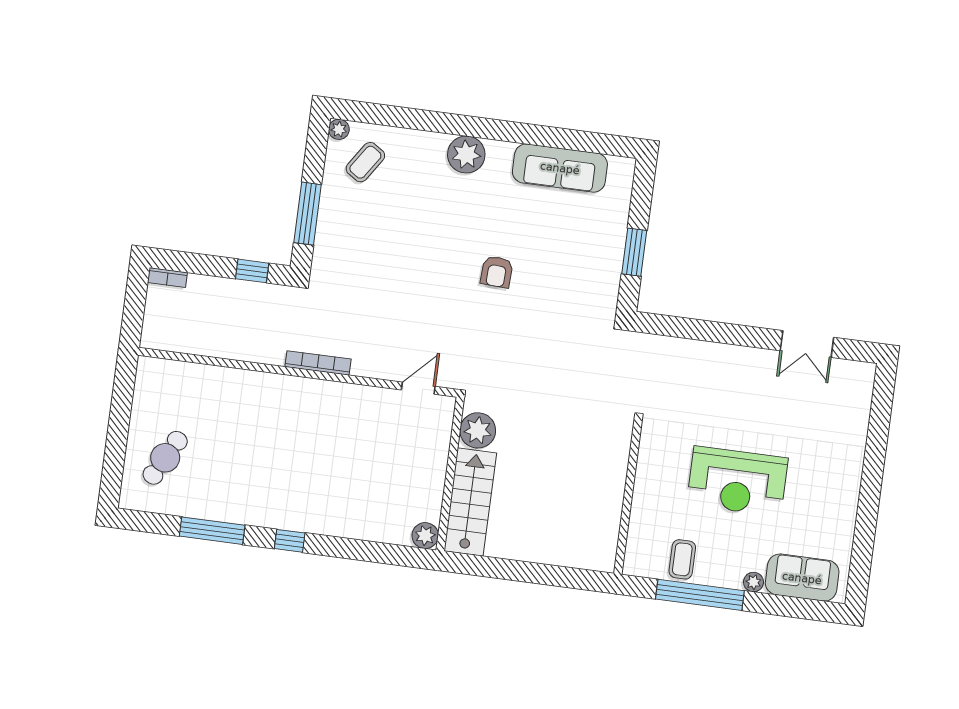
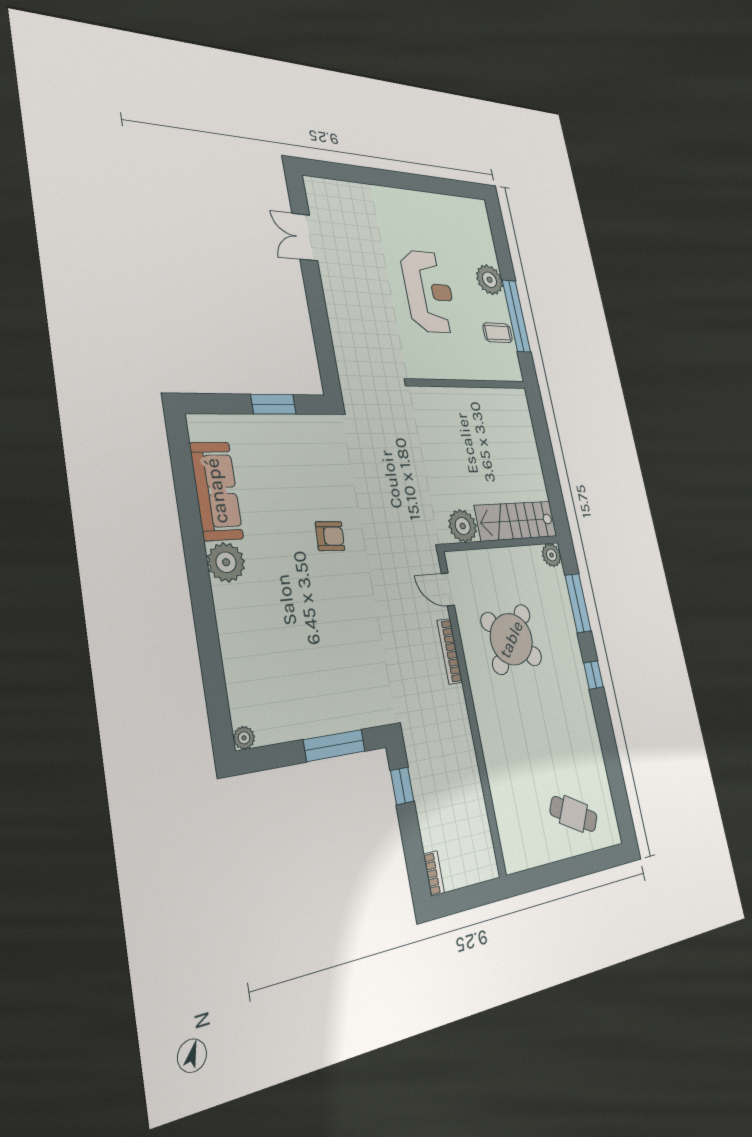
plant: (466, 155) -> (226, 562), moved
coffee table: (365, 162) -> (268, 699), removed
double door: (807, 344) -> (305, 237), swing flipped
bookcase: (318, 363) -> (450, 651), moved
round table: (352, 448) -> (511, 639), added
window: (212, 531) -> (578, 603), moved
sofa: (802, 578) -> (478, 234), removed
plant: (753, 582) -> (490, 280), width x1.88, depth x1.88

